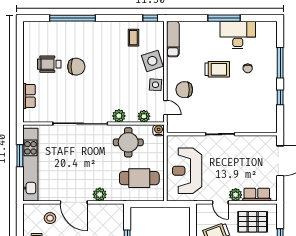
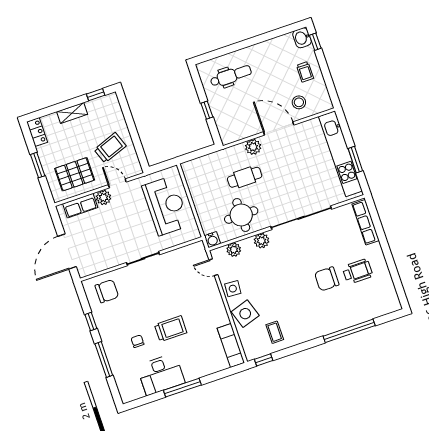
trolley: (217, 69) -> (171, 329), turned 180
chair: (184, 90) -> (107, 291), moved
row of seats: (29, 96) -> (366, 222), width x1.48
cafe table: (139, 178) -> (245, 177), moved, width x0.73, depth x0.74

